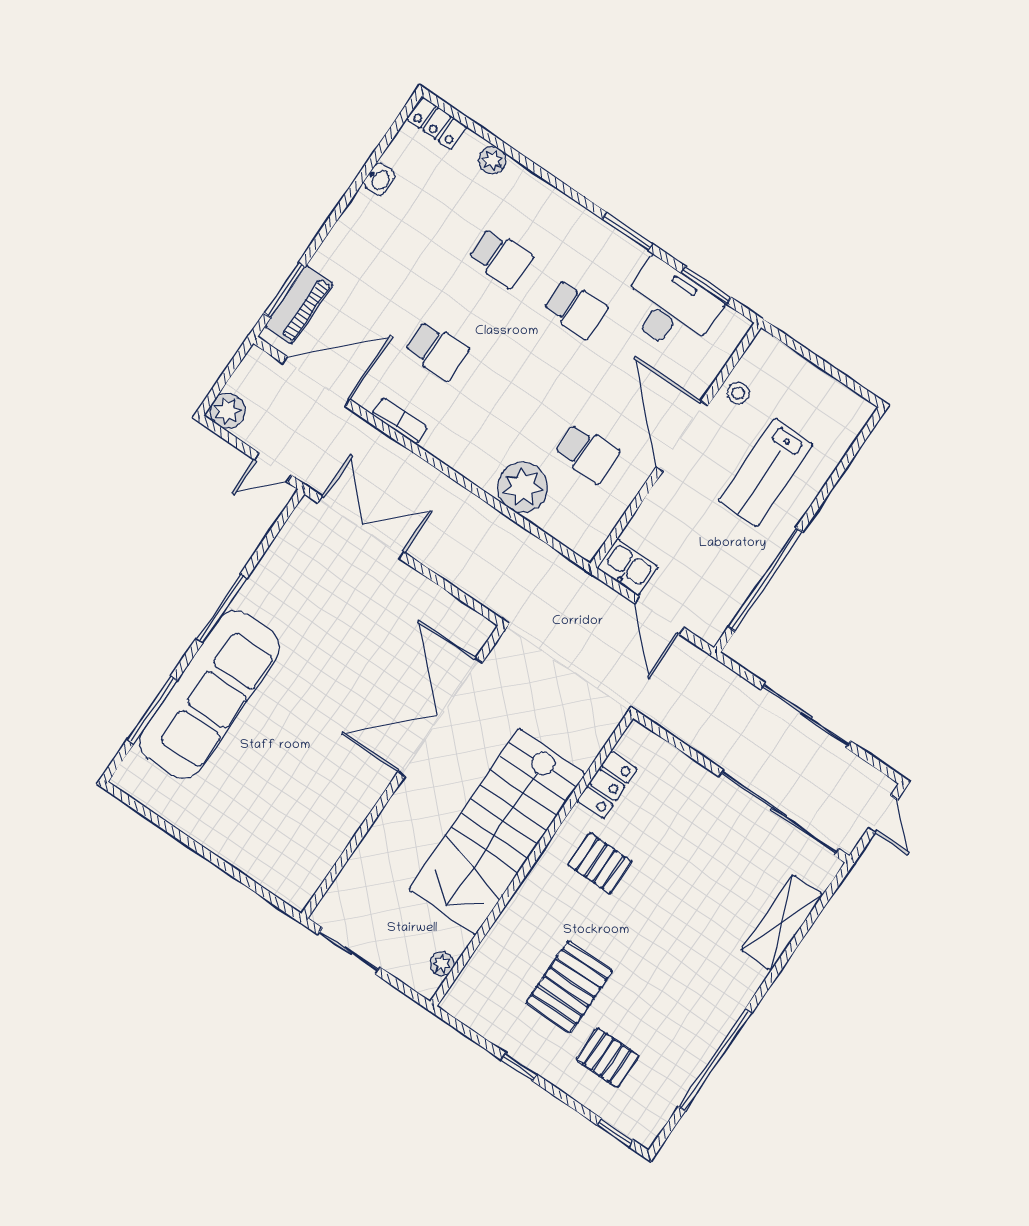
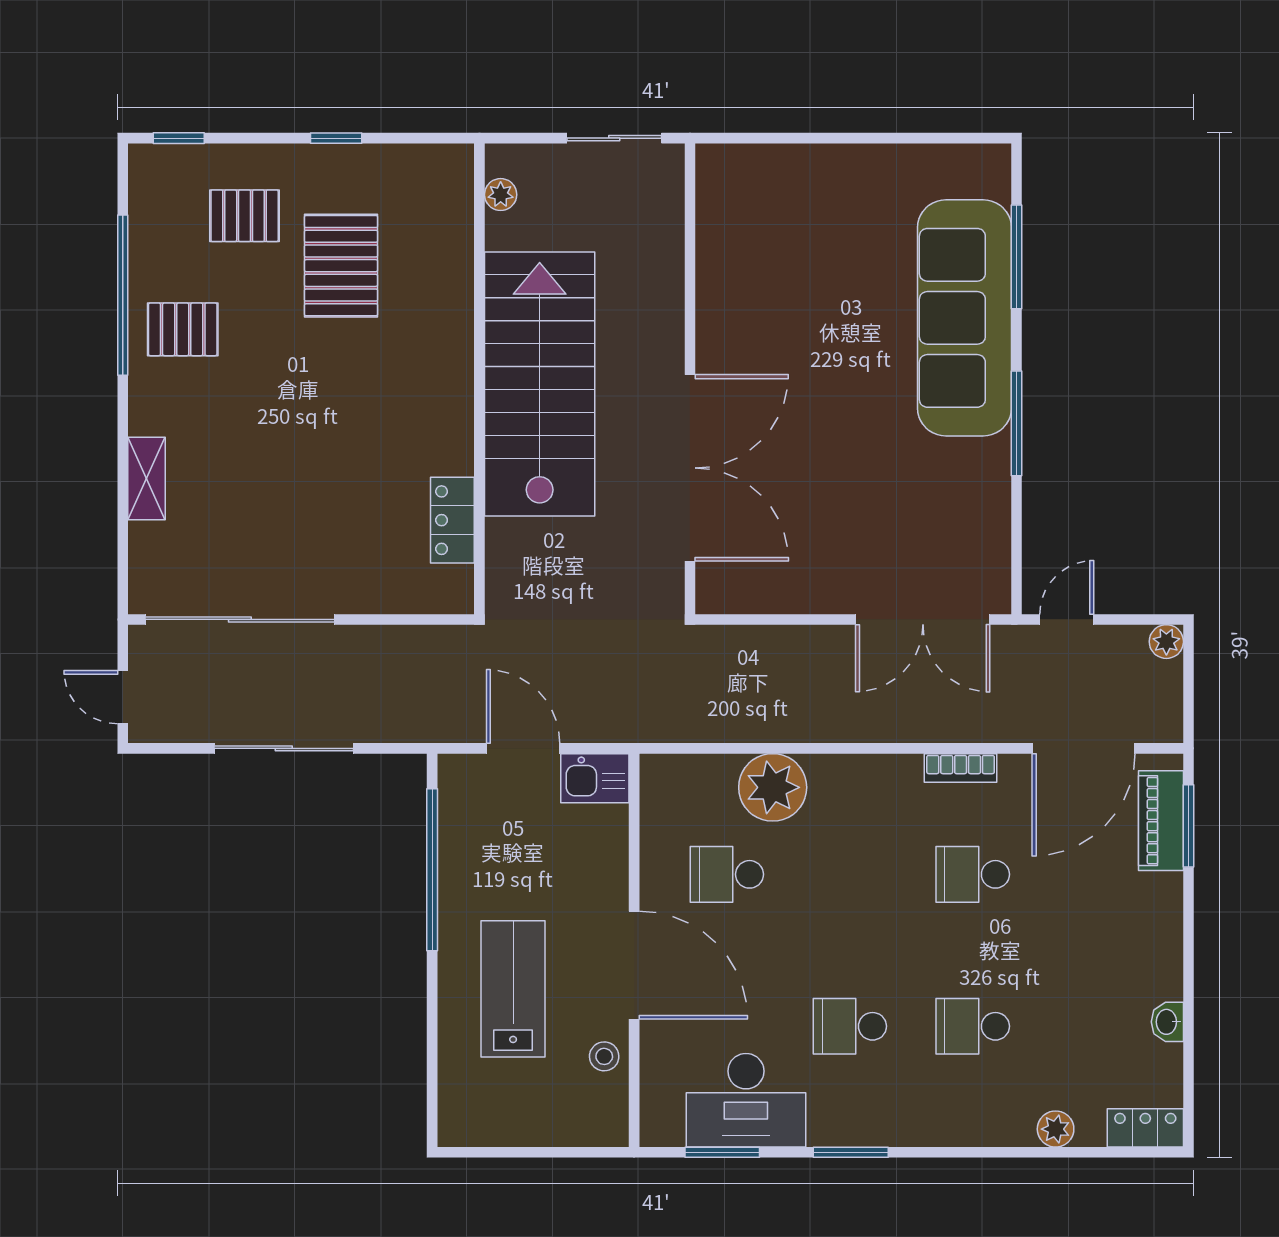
plant: (228, 411) -> (1166, 642), width x0.73, depth x0.73
pallet: (600, 863) -> (183, 329), moved
shelving: (782, 923) -> (147, 478), width x0.67, depth x0.75

